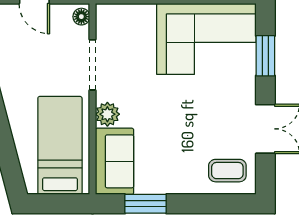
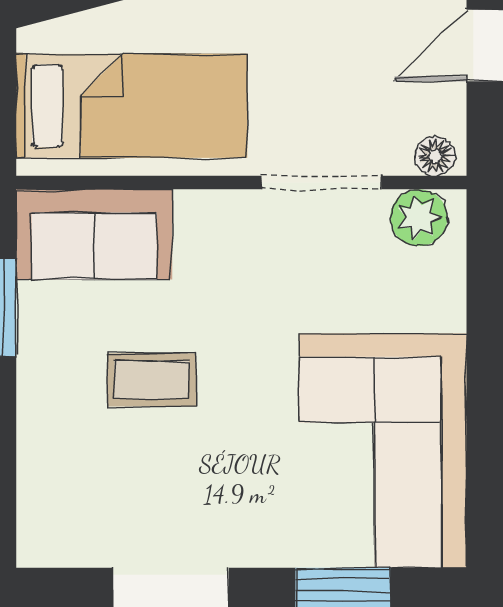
plant: (107, 114) -> (419, 218), moved
coffee table: (227, 171) -> (152, 380), moved, turned 90

